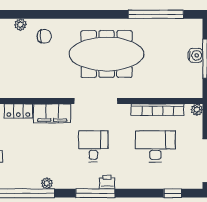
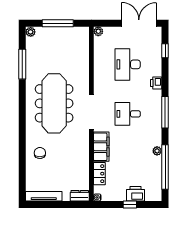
window: (156, 14) -> (22, 64), width x0.68
plant: (20, 25) -> (31, 32), moved
water cooler: (196, 55) -> (55, 32), removed
bookcase: (157, 110) -> (98, 63), removed
printer: (107, 182) -> (156, 83), moved

